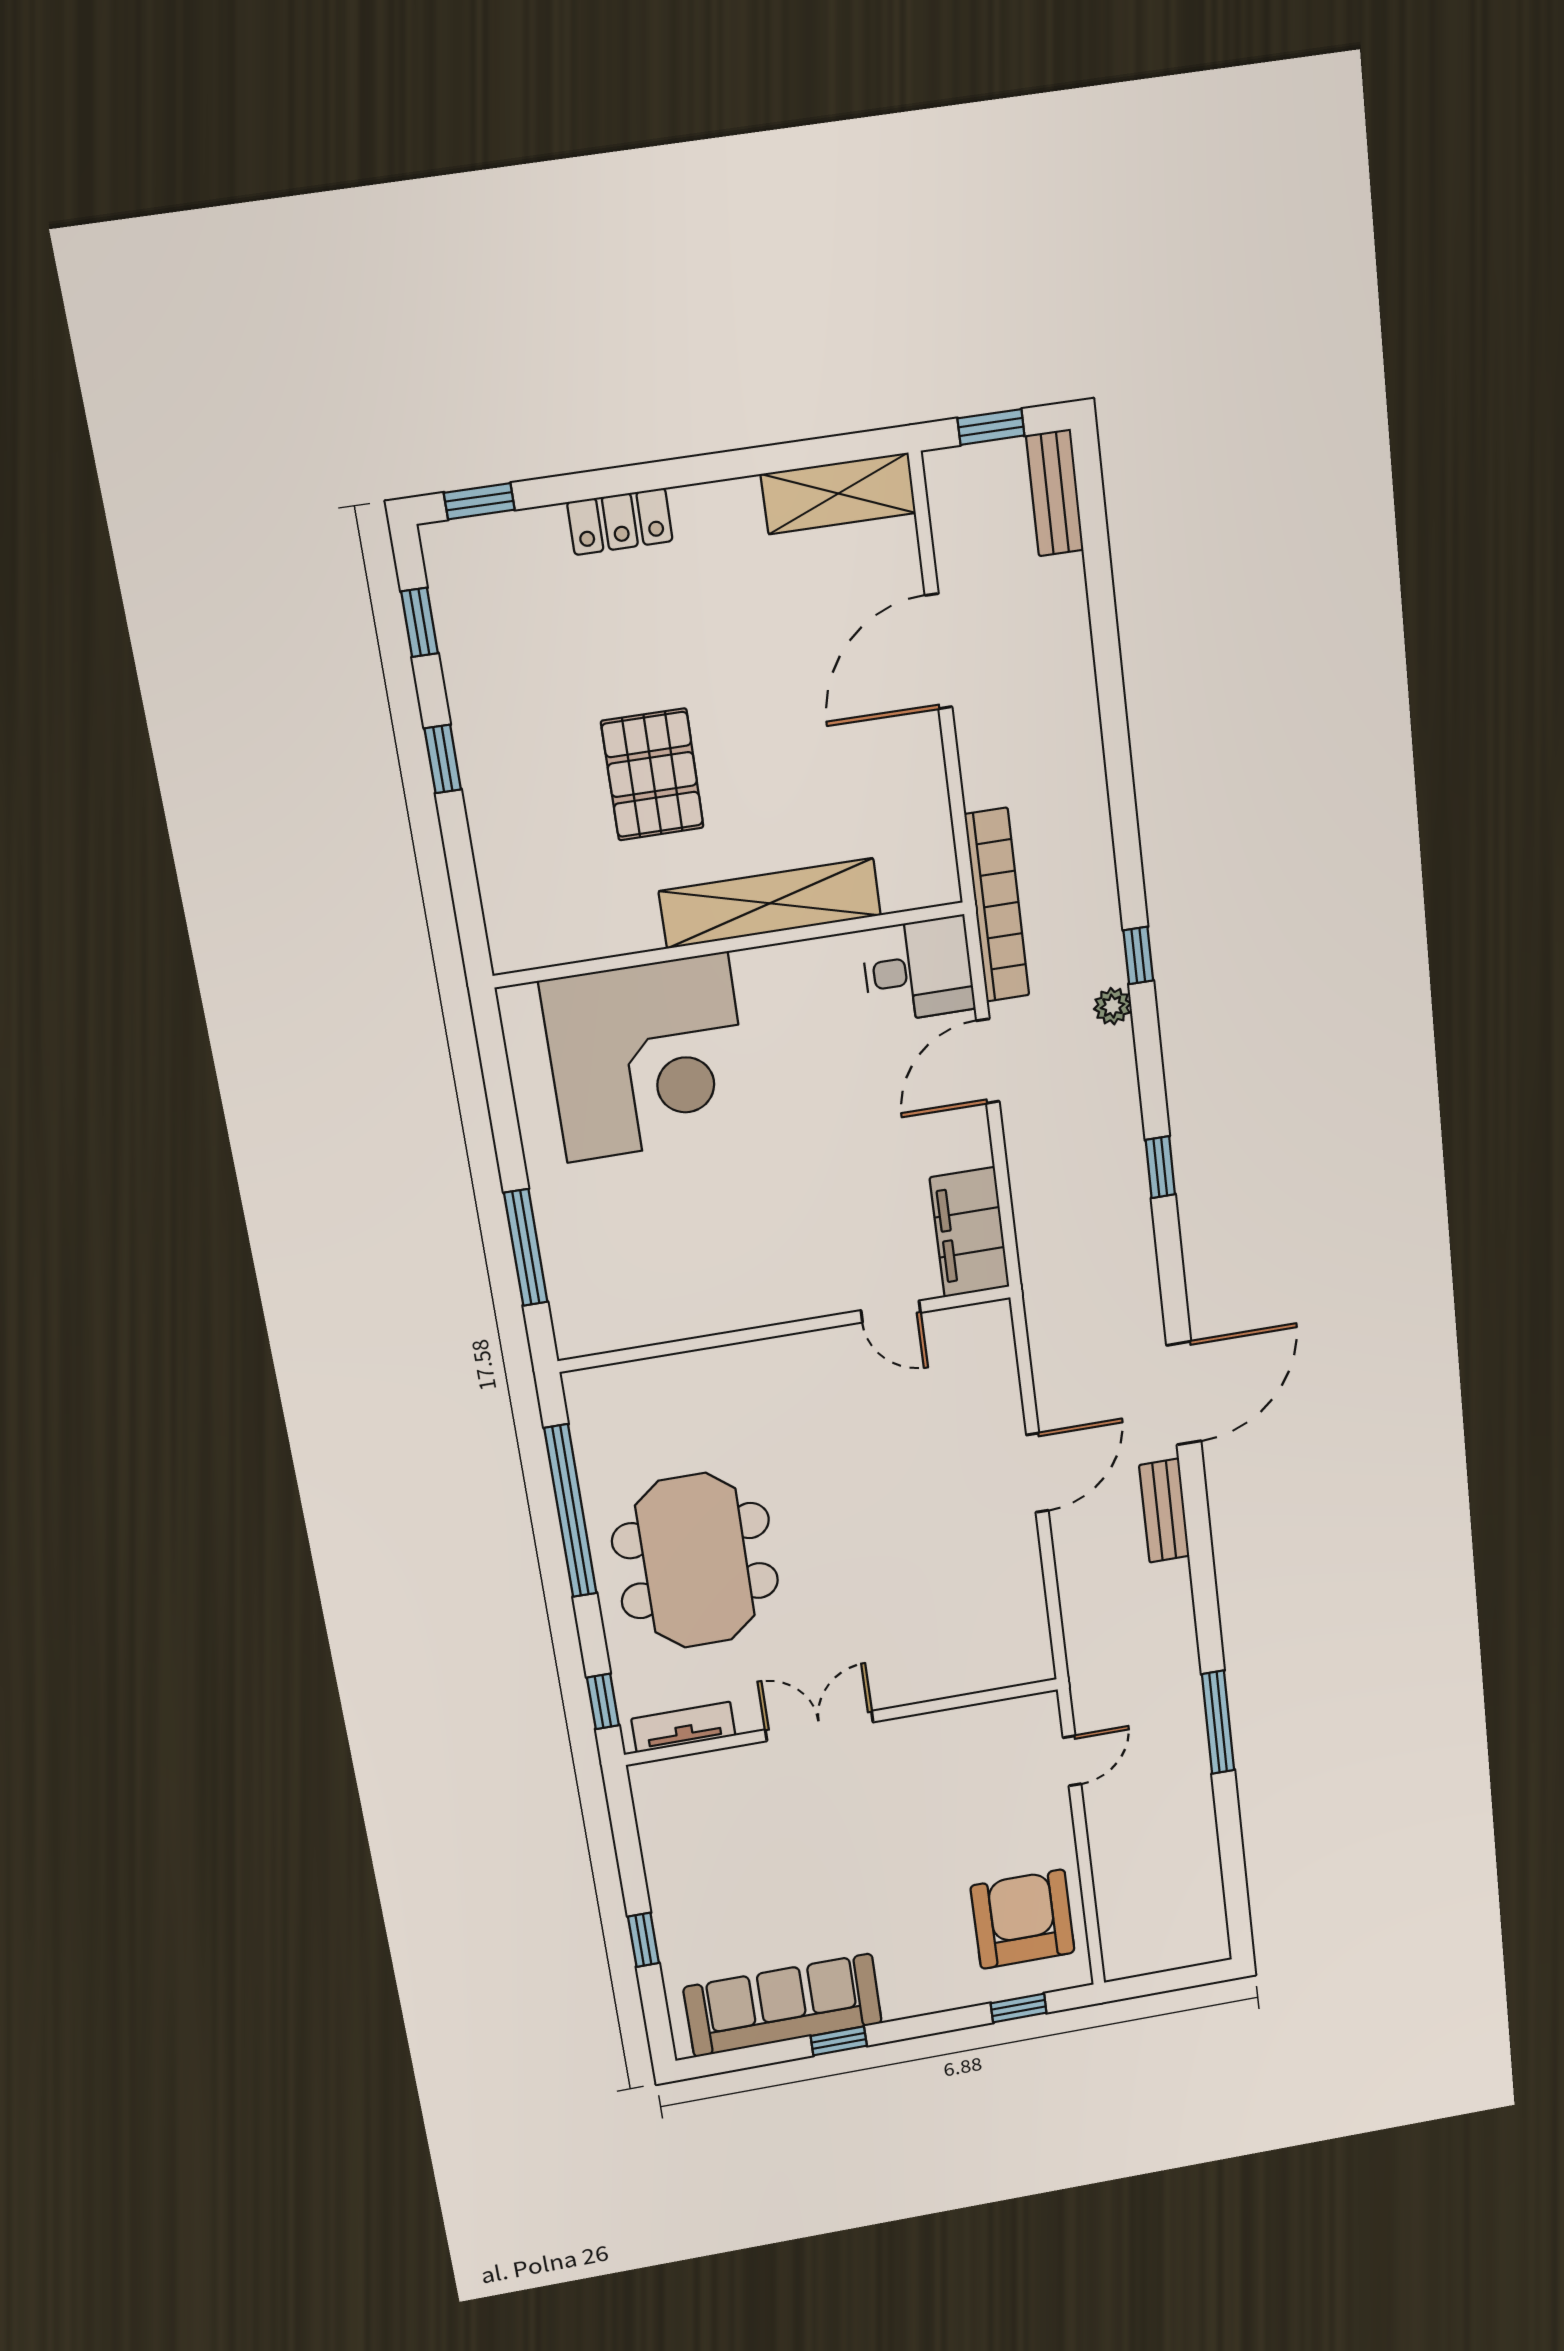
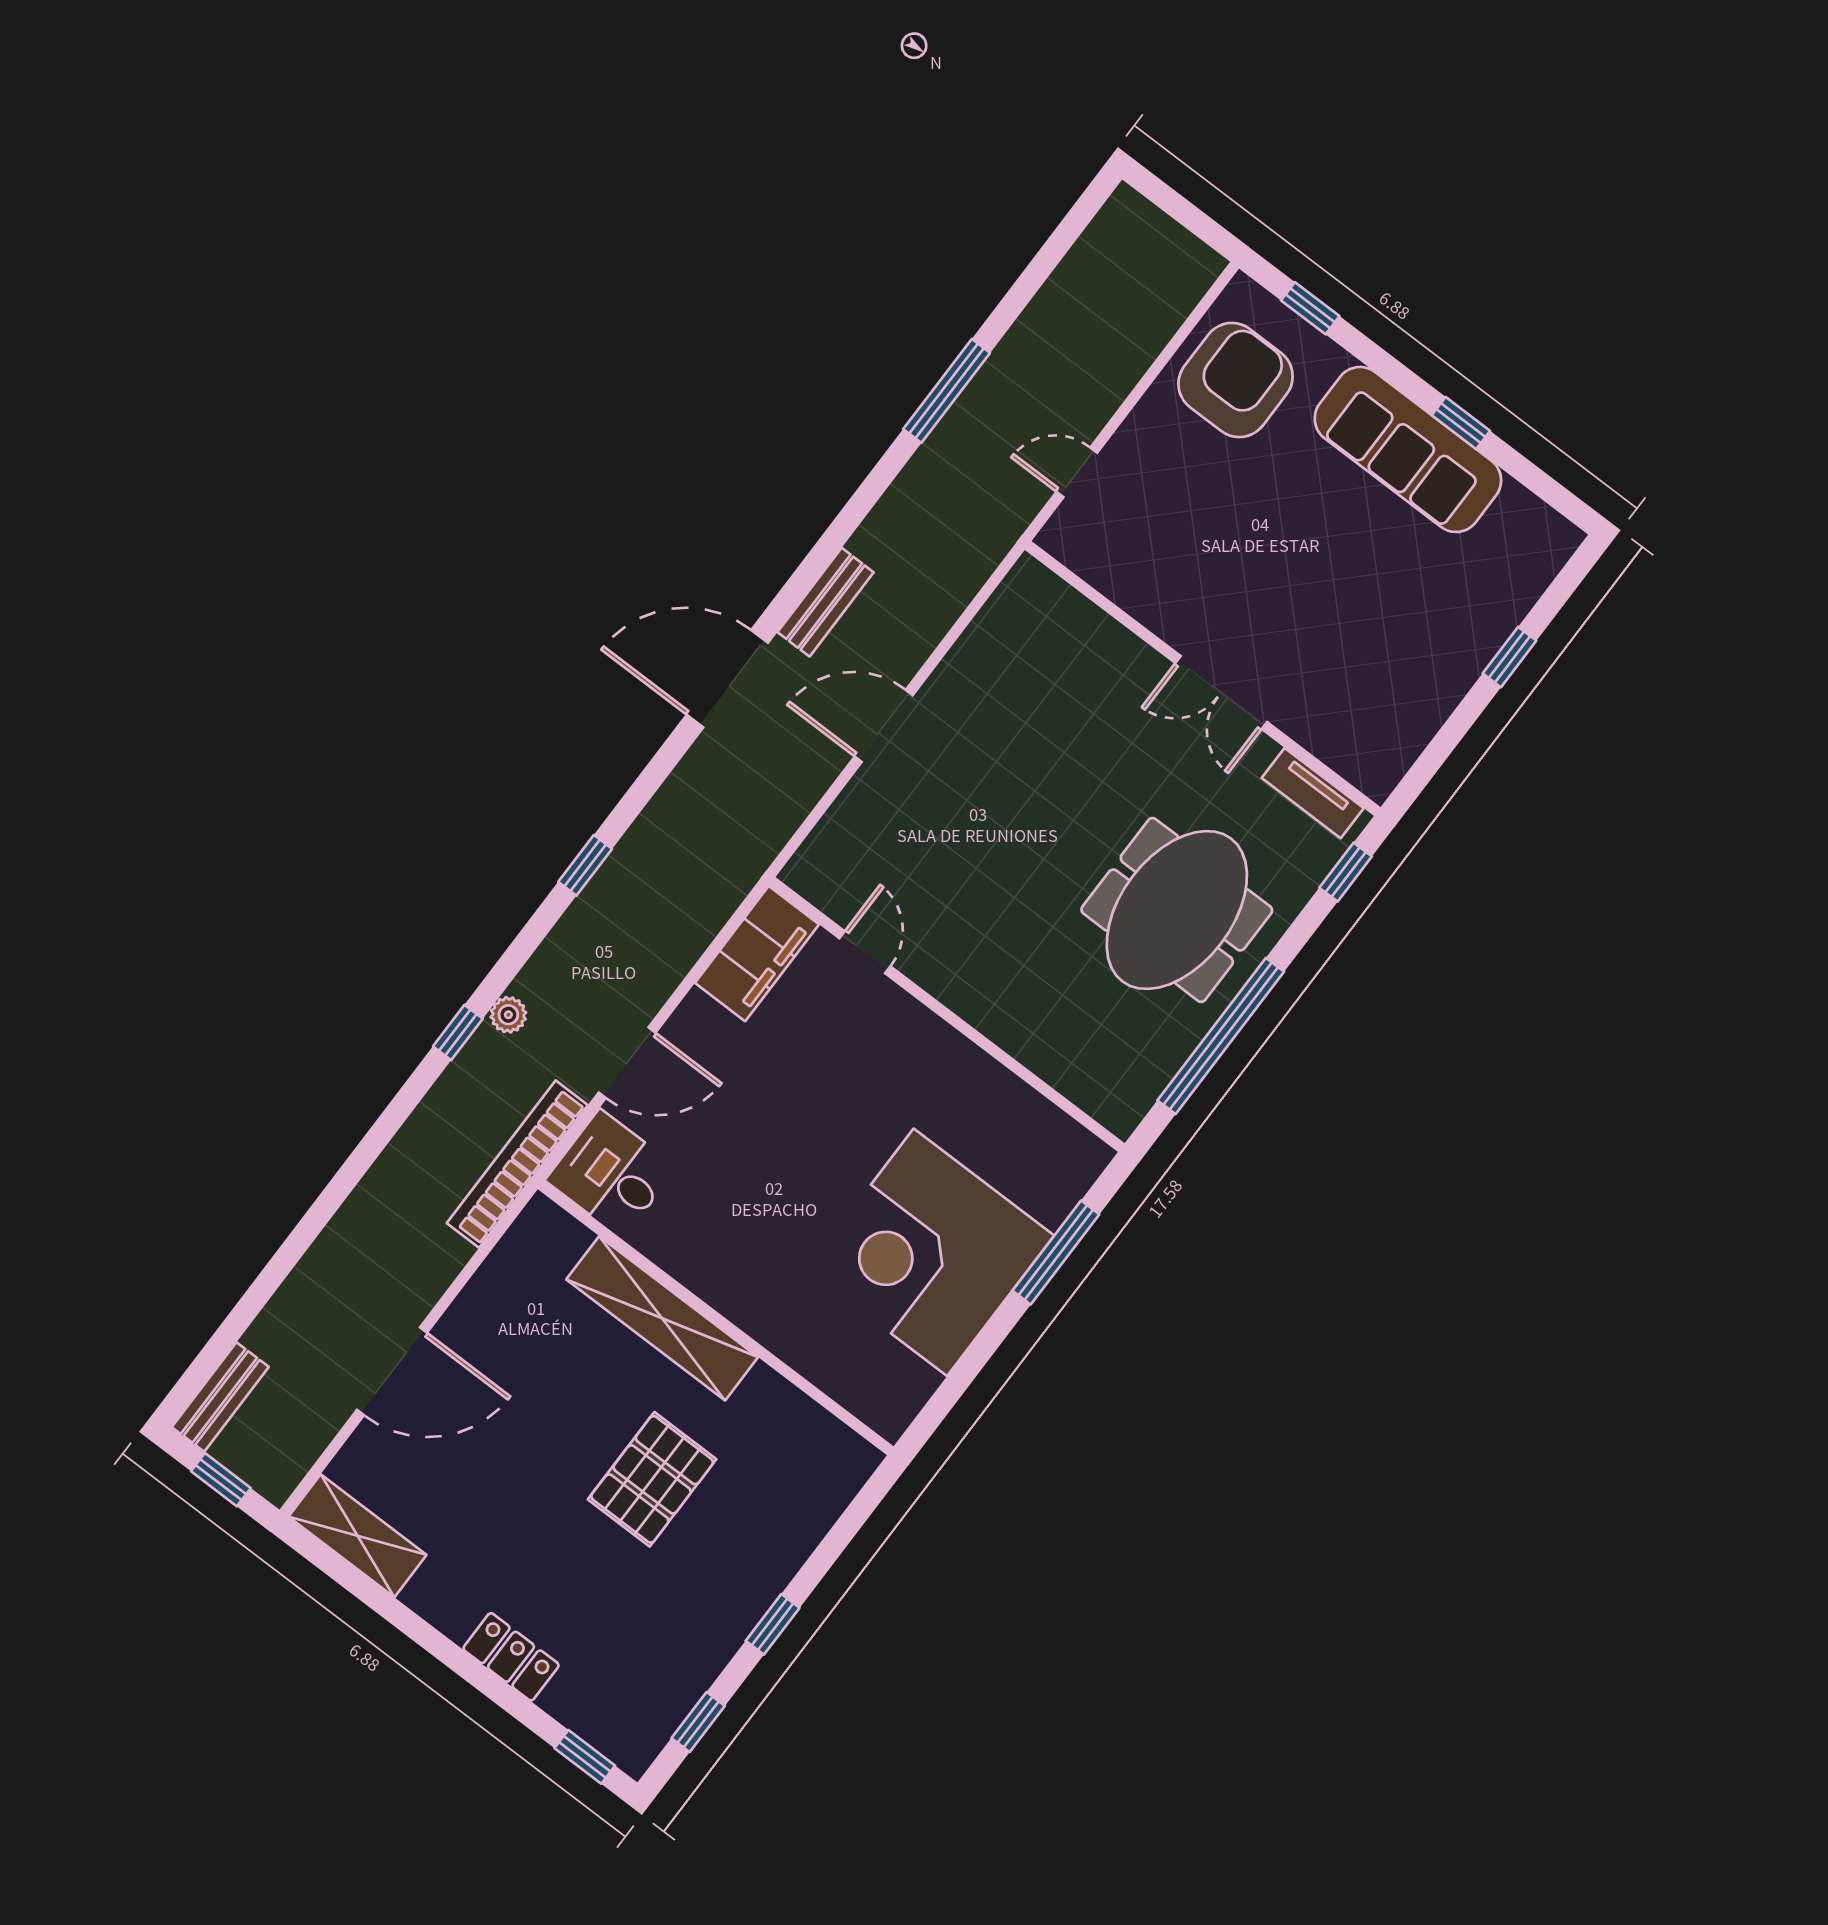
corner desk: (647, 1058) -> (930, 1252), moved, turned -90
armchair: (1023, 1919) -> (1236, 380), turned 180
sofa: (783, 2005) -> (1408, 449), moved

